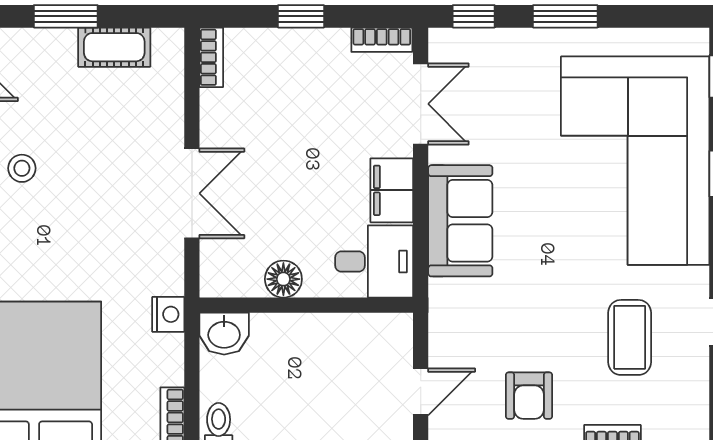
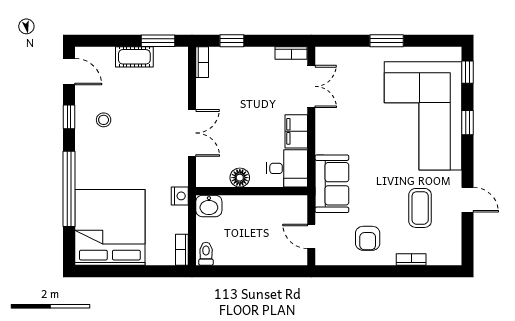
window: (66, 16) -> (158, 41), moved
window: (301, 16) -> (232, 41), moved
window: (474, 16) -> (339, 41), removed
cot: (114, 47) -> (134, 57), moved
sofa: (460, 221) -> (332, 184), moved
door: (421, 392) -> (311, 236), swing flipped

